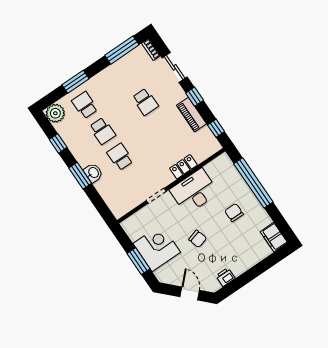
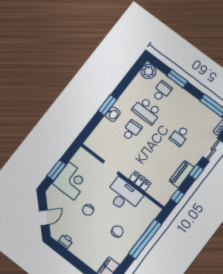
school desk: (102, 131) -> (147, 111), width x1.85
window: (58, 143) -> (126, 81), removed

